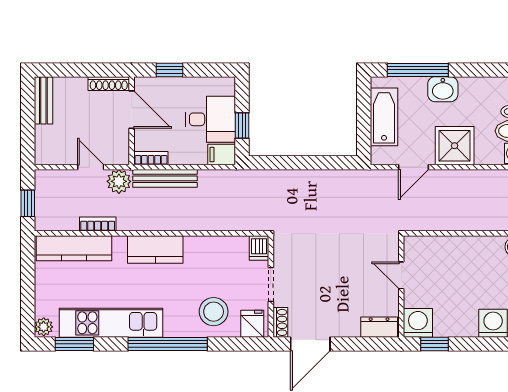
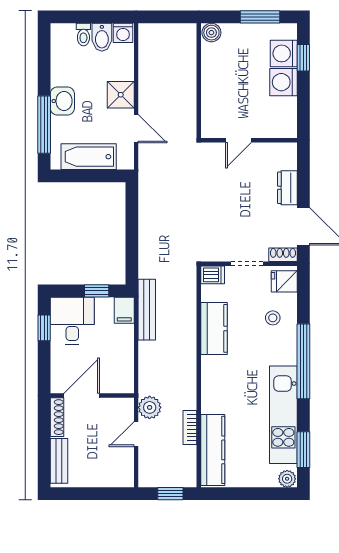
window: (169, 70) -> (44, 328), moved
bench: (43, 100) -> (59, 461), moved, turned 90
desk: (211, 119) -> (72, 321), moved
shower: (455, 146) -> (121, 95), width x0.73, depth x0.73
bookcase: (151, 158) -> (128, 377), removed
bench: (165, 178) -> (147, 310), moved
kitchen counter: (155, 249) -> (214, 328), moved
stool: (214, 312) -> (273, 318), width x0.53, depth x0.53
washing machine: (418, 323) -> (283, 82), moved
dresser: (379, 327) -> (287, 188), moved
window: (435, 344) -> (303, 58), moved

